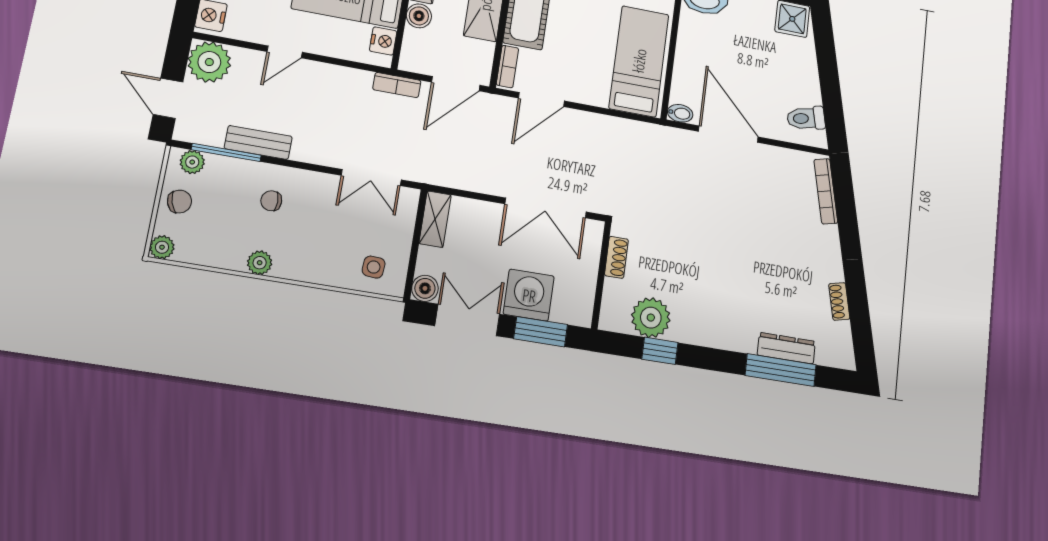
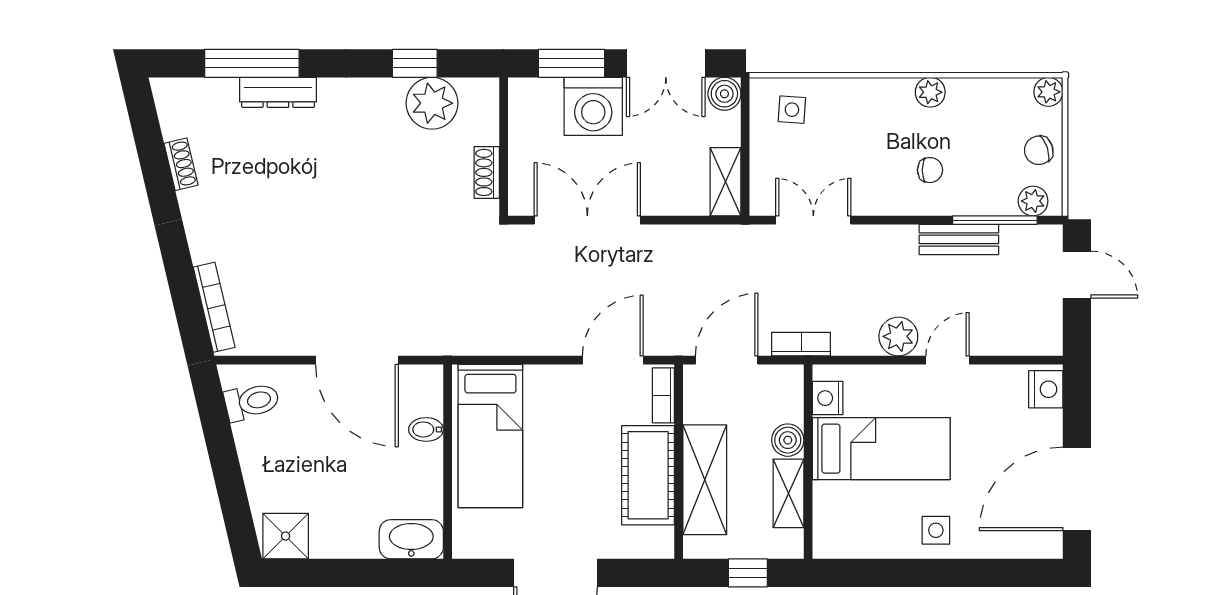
plant: (209, 62) -> (898, 336), moved, width x0.73, depth x0.73
bidet: (680, 113) -> (426, 429), moved
dresser: (786, 348) -> (278, 92), moved

